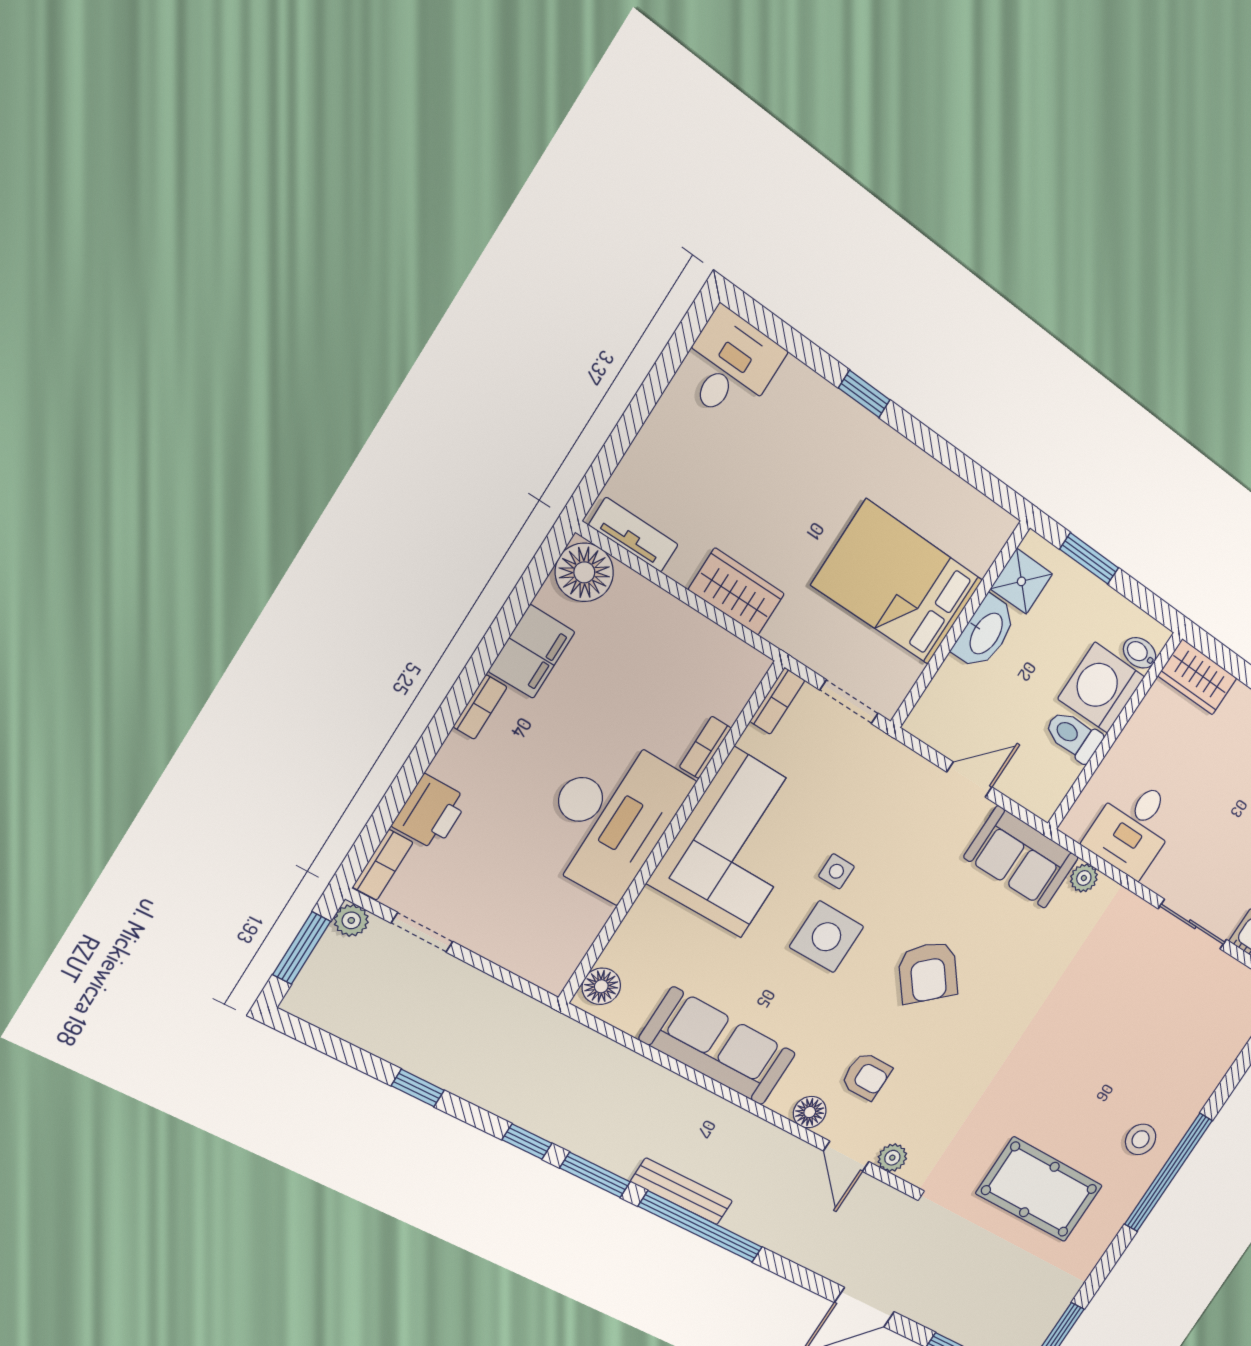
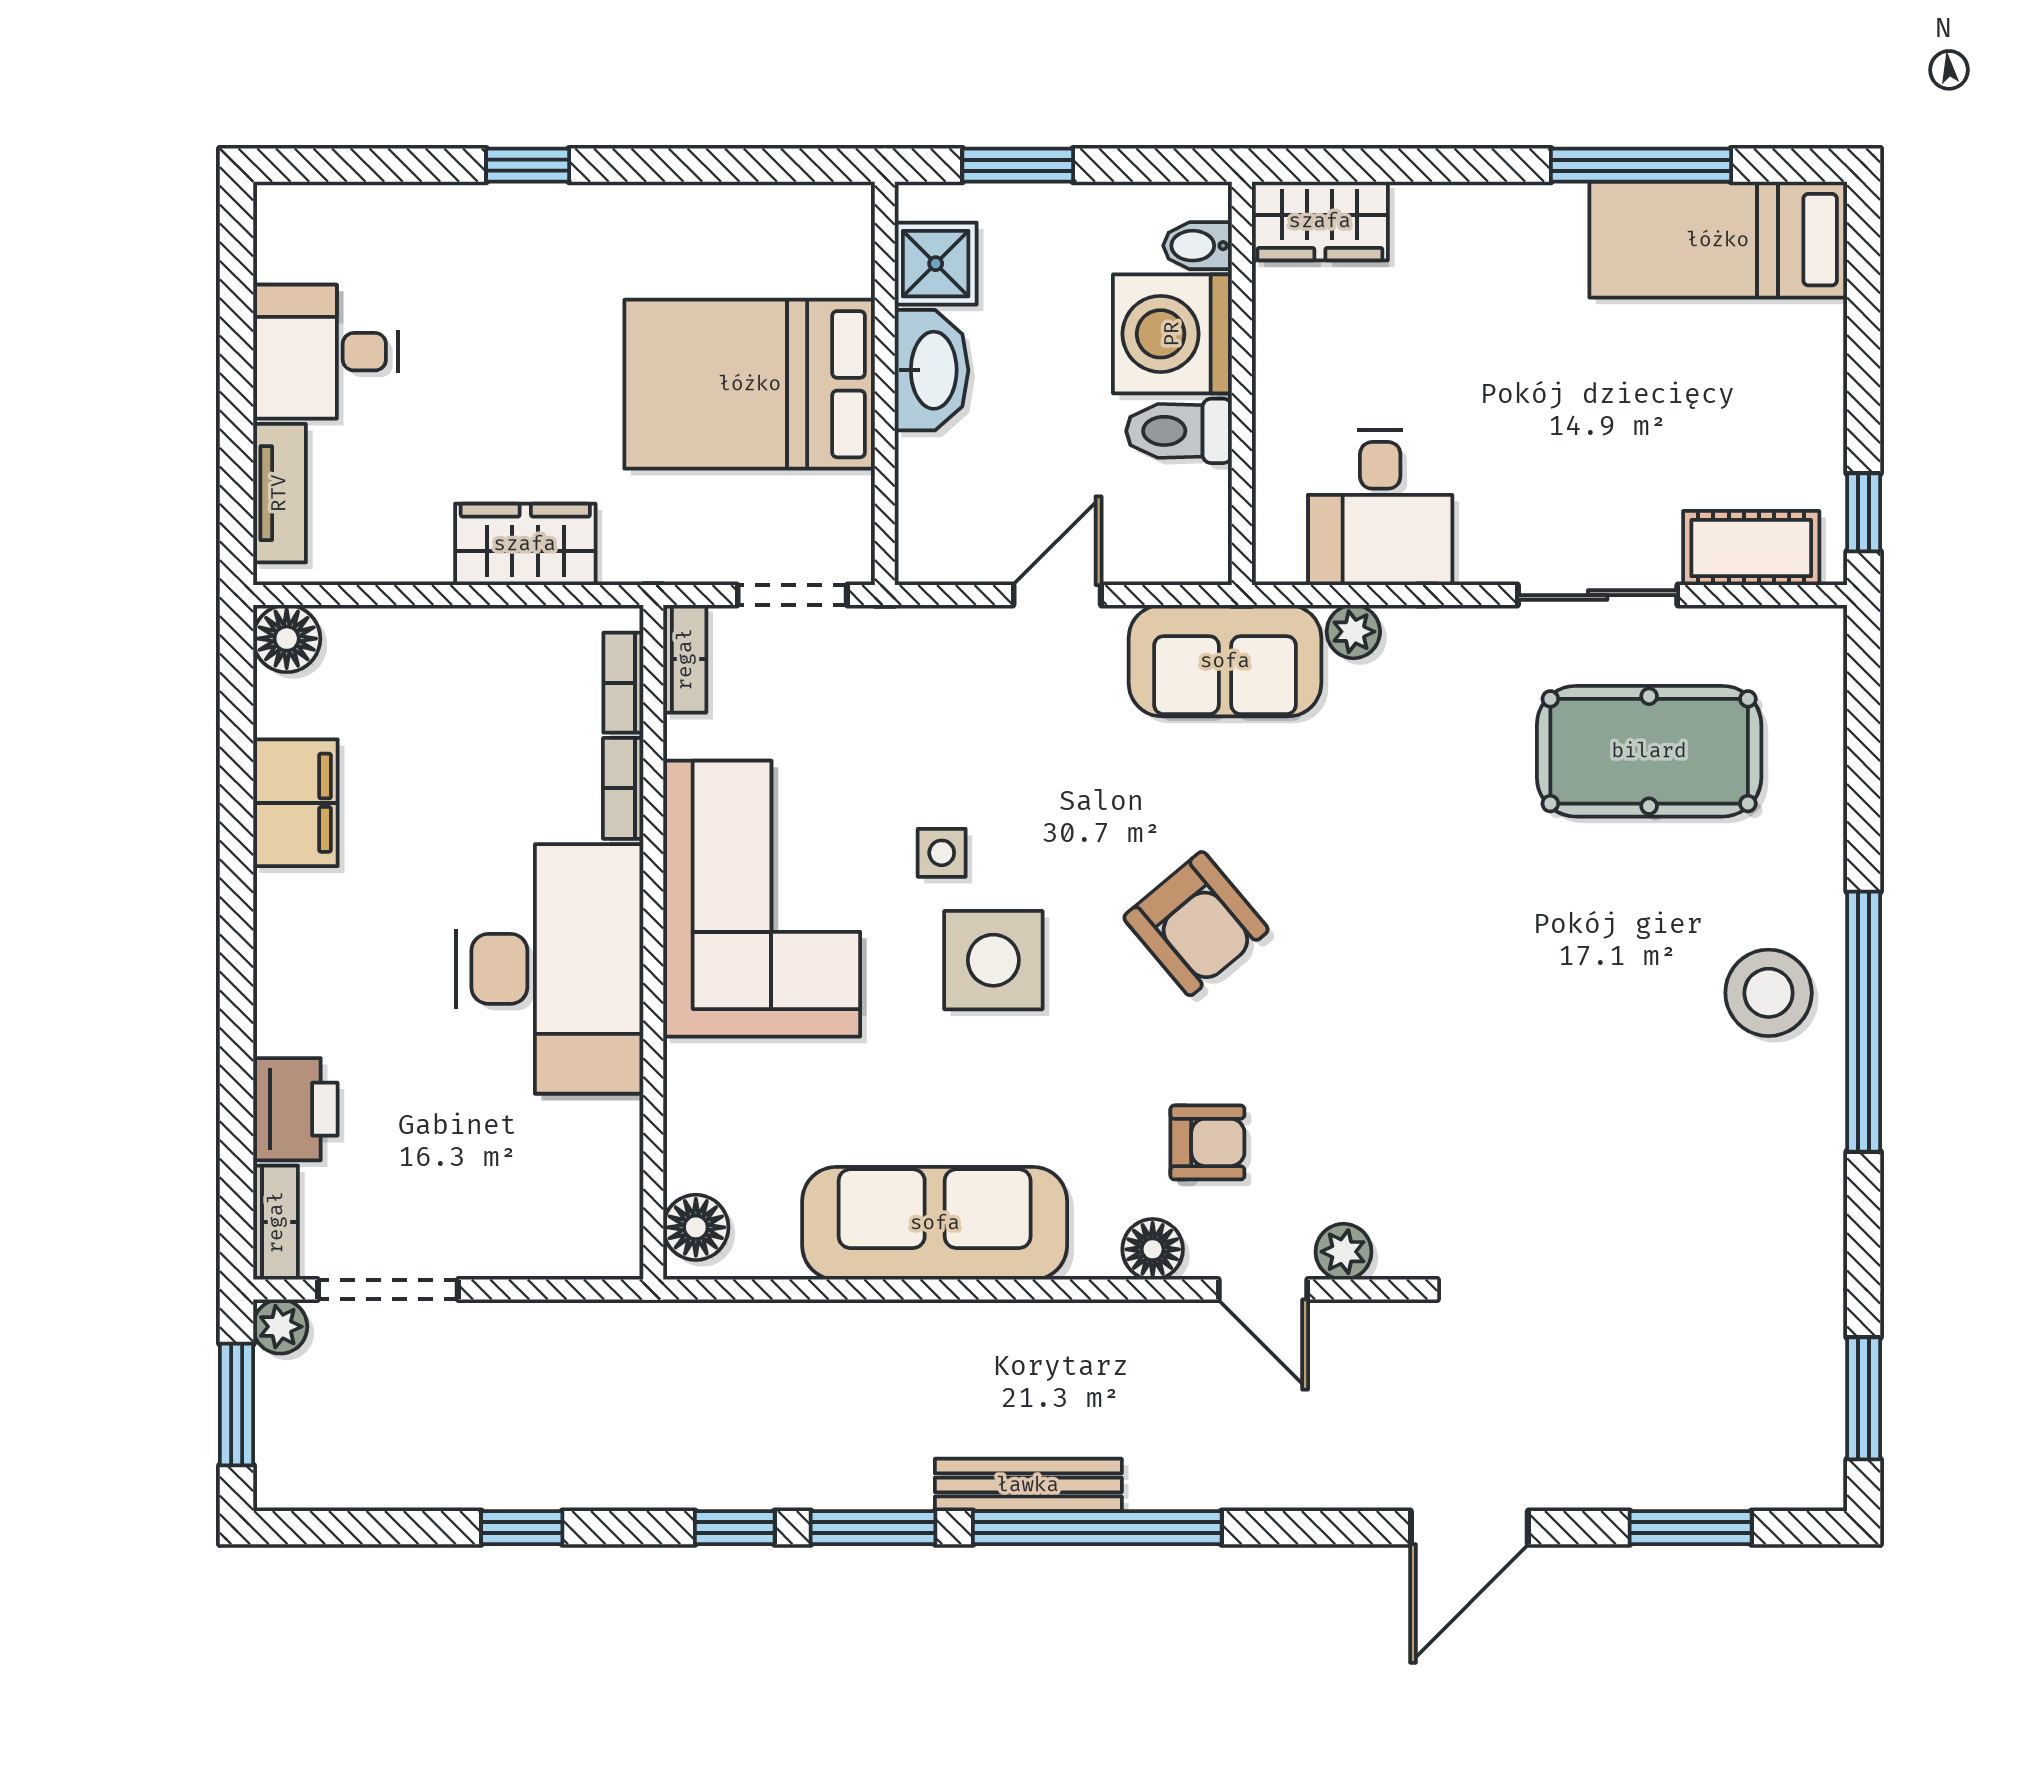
desk: (730, 366) -> (325, 352), moved, turned -90
tv unit: (634, 535) -> (279, 493), moved, turned 90
floor lamp: (584, 572) -> (287, 639), width x0.73, depth x0.73
bookcase: (480, 707) -> (623, 683), moved, turned 180
doorway: (422, 932) -> (388, 1290), width x1.38
stool: (1141, 1139) -> (1769, 993), width x1.38, depth x1.38
pool table: (1039, 1190) -> (1649, 751), moved

